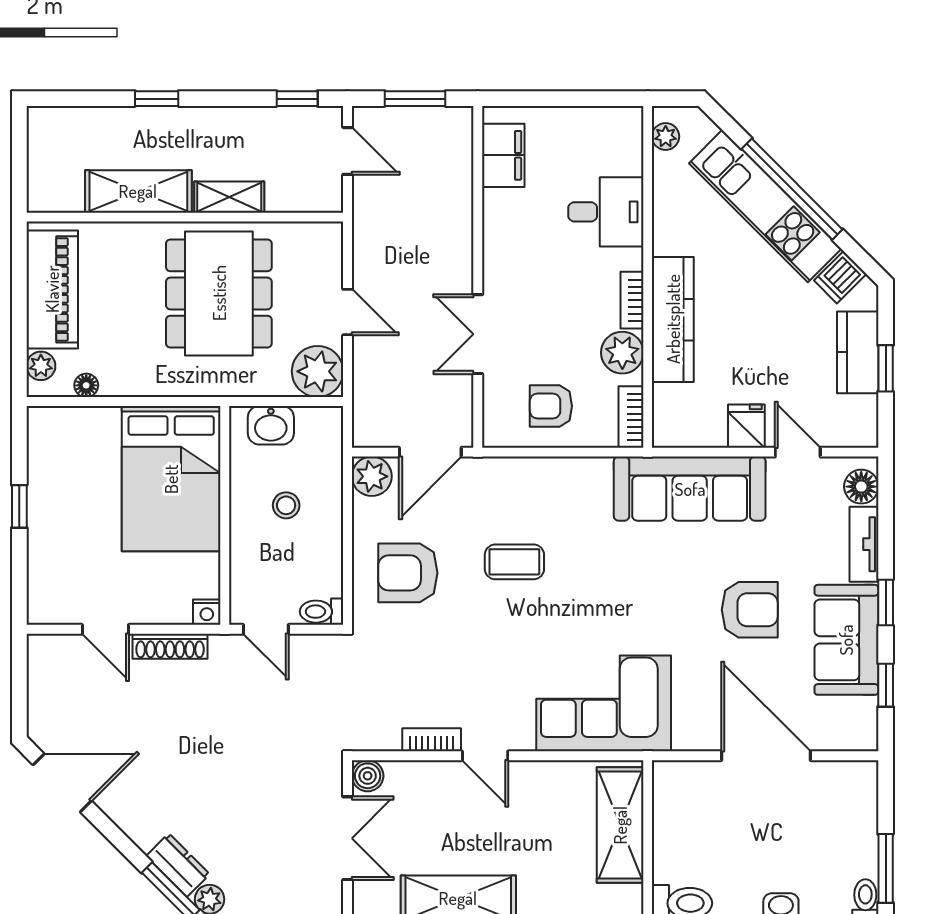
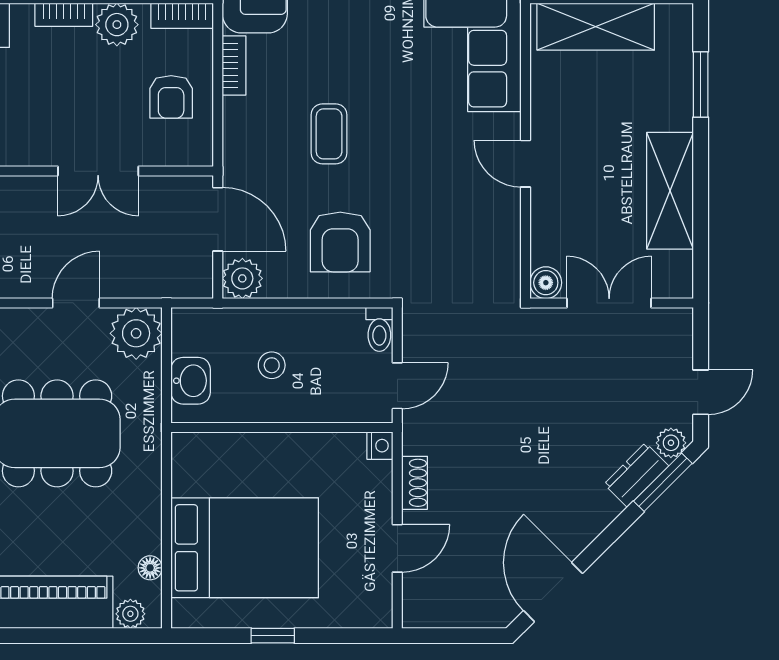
bed: (171, 479) -> (245, 548), moved
shoe rack: (170, 646) -> (415, 483), width x0.70
bookcase: (432, 740) -> (234, 66), moved, turned 180
door: (485, 756) -> (526, 164), swing flipped

